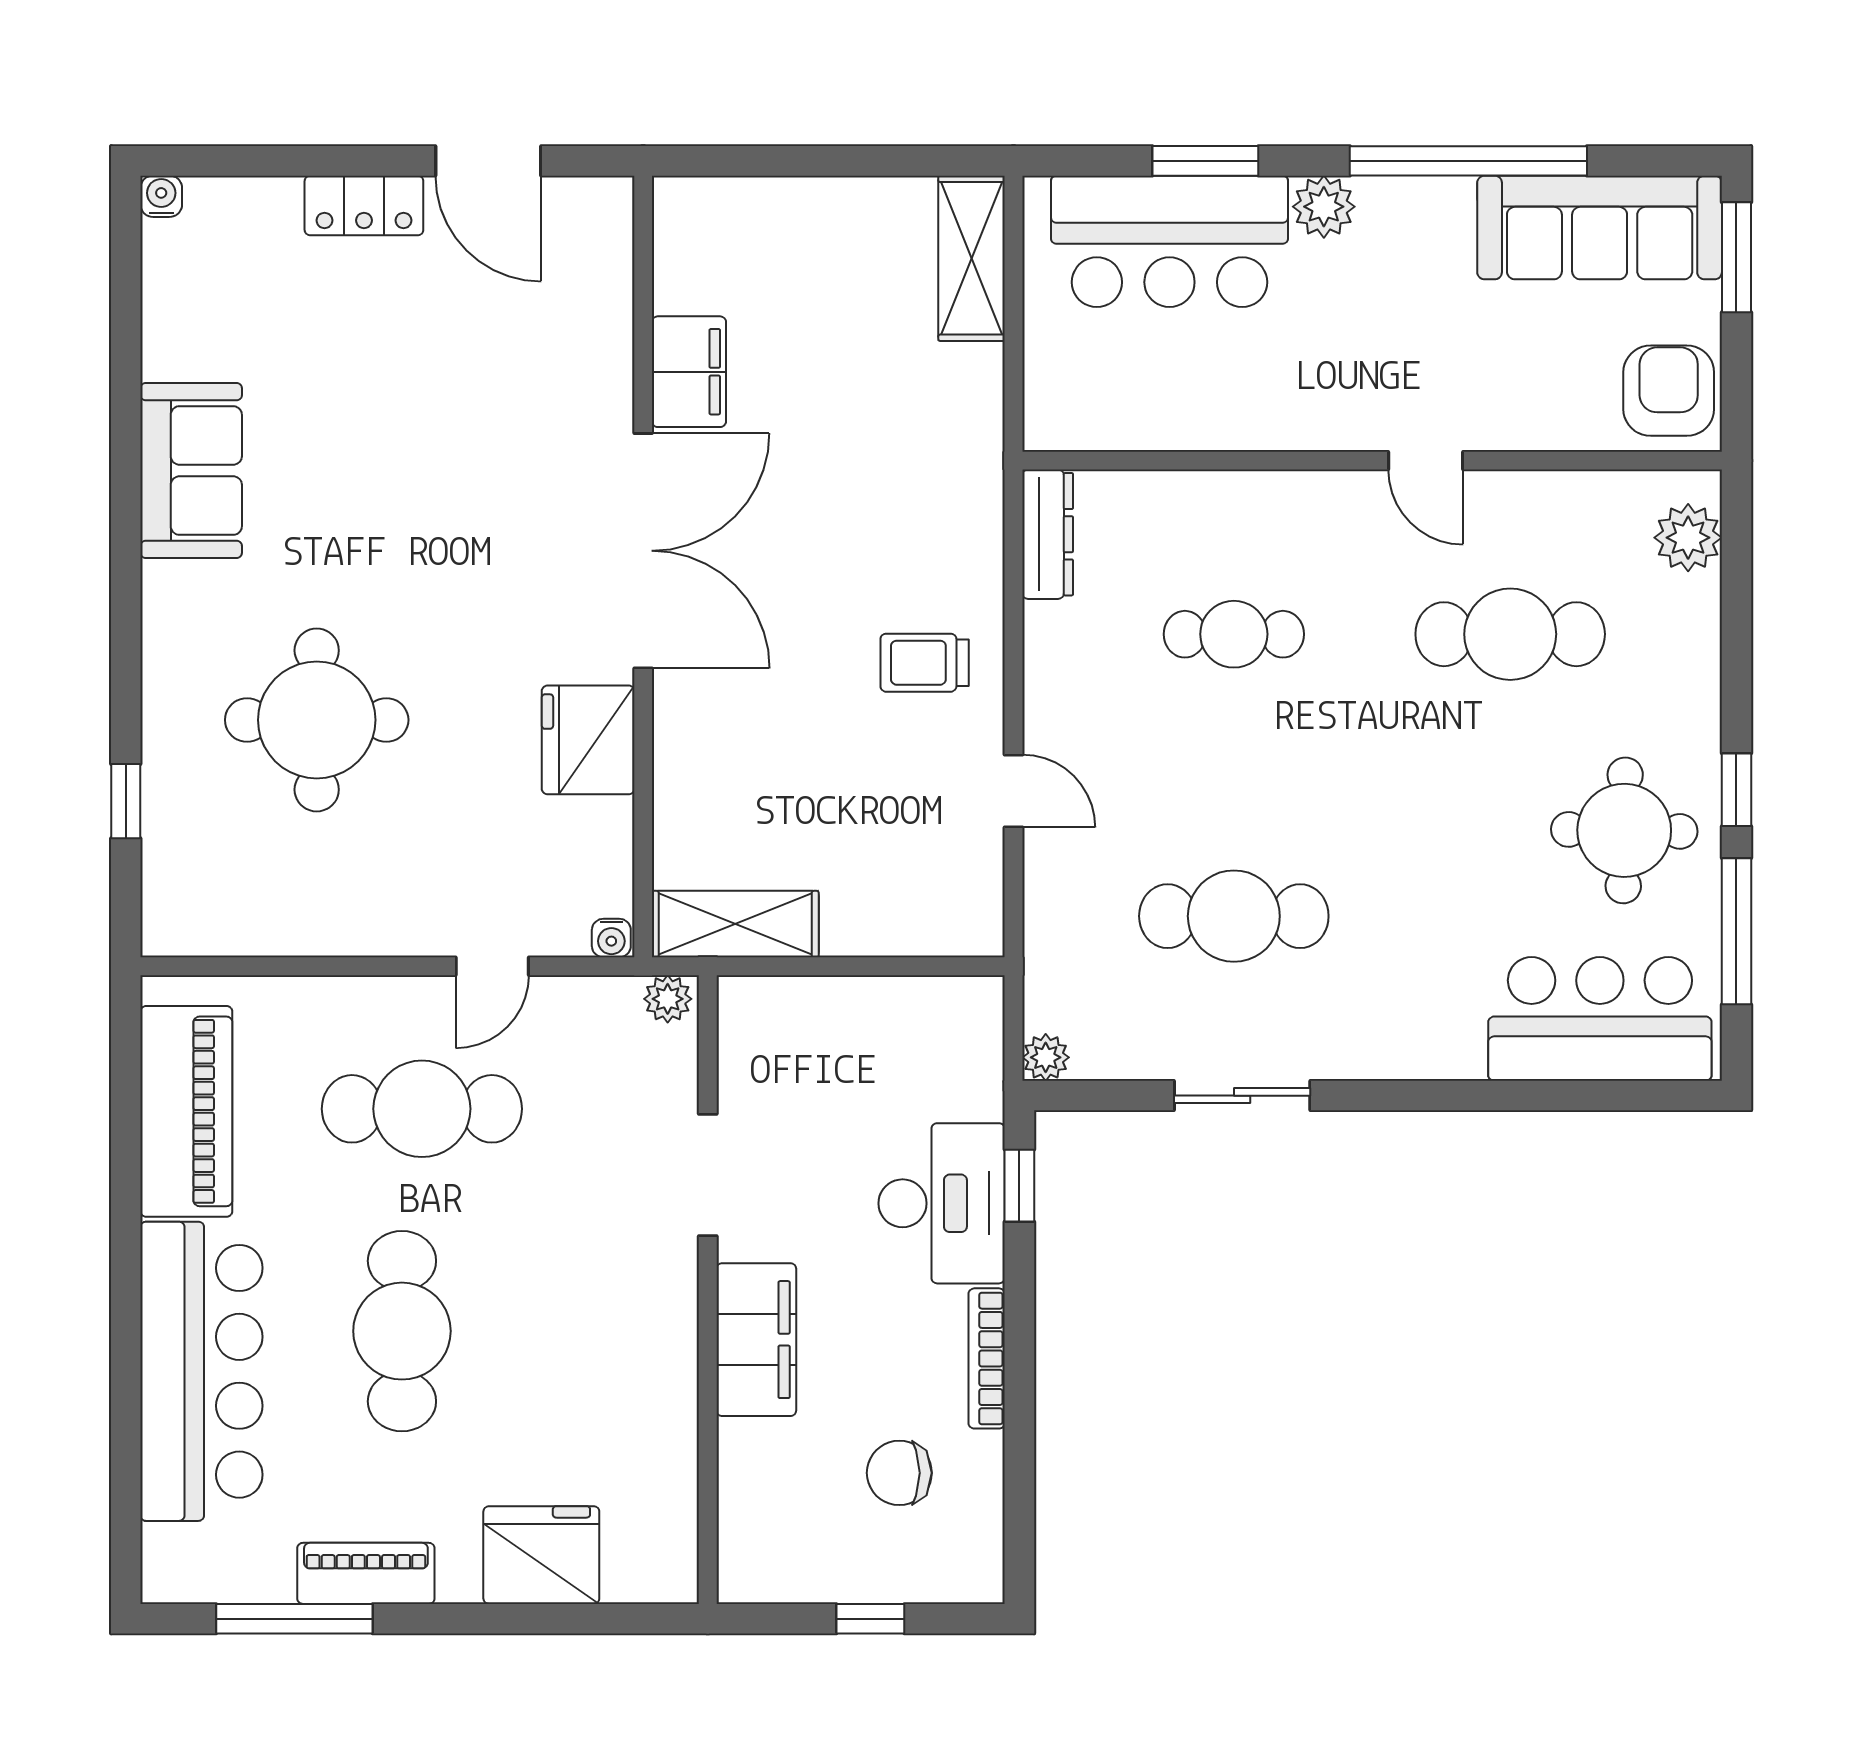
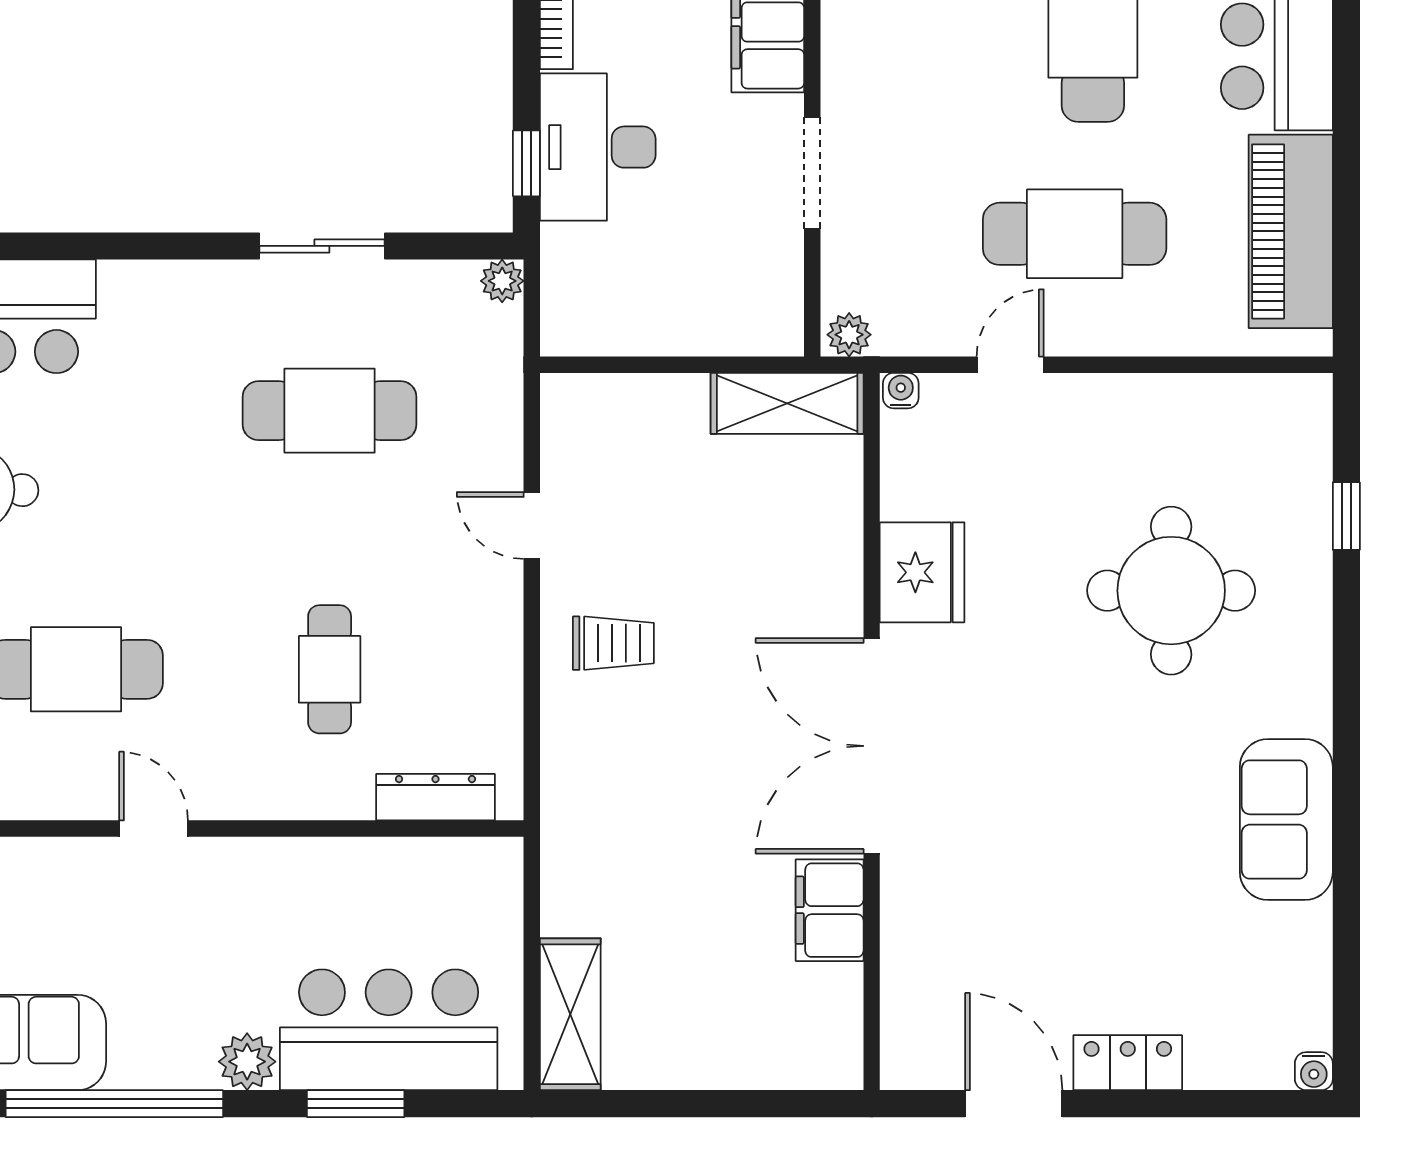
dresser: (1048, 534) -> (435, 797), moved, turned 90
cafe table: (1234, 634) -> (330, 669), turned 90

